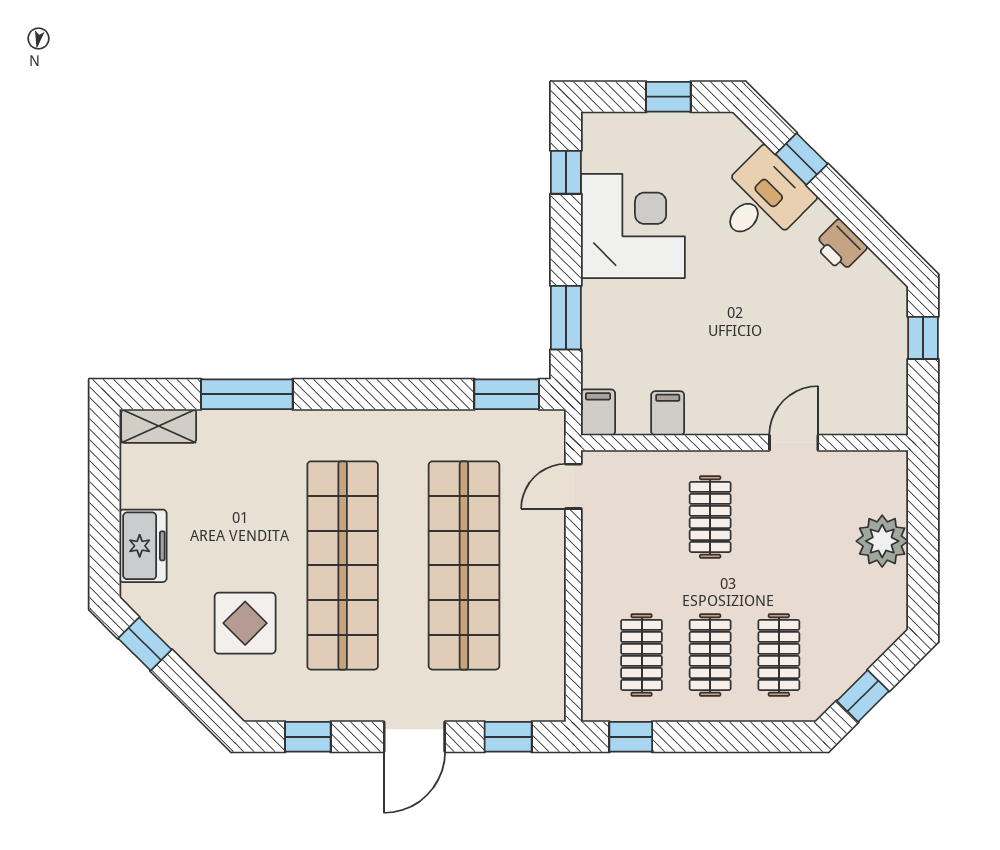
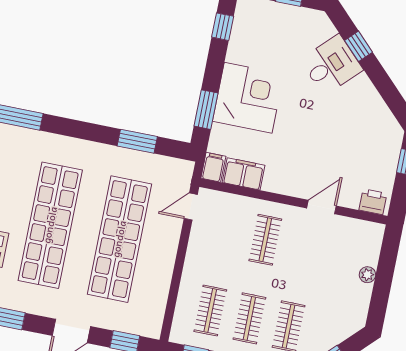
corner desk: (633, 226) -> (248, 98), moved
printer: (840, 246) -> (373, 202), moved, turned 135
window: (507, 394) -> (137, 141), moved
filing cabinet: (668, 413) -> (244, 174), width x2.00
plant: (882, 541) -> (367, 275), width x0.53, depth x0.53

